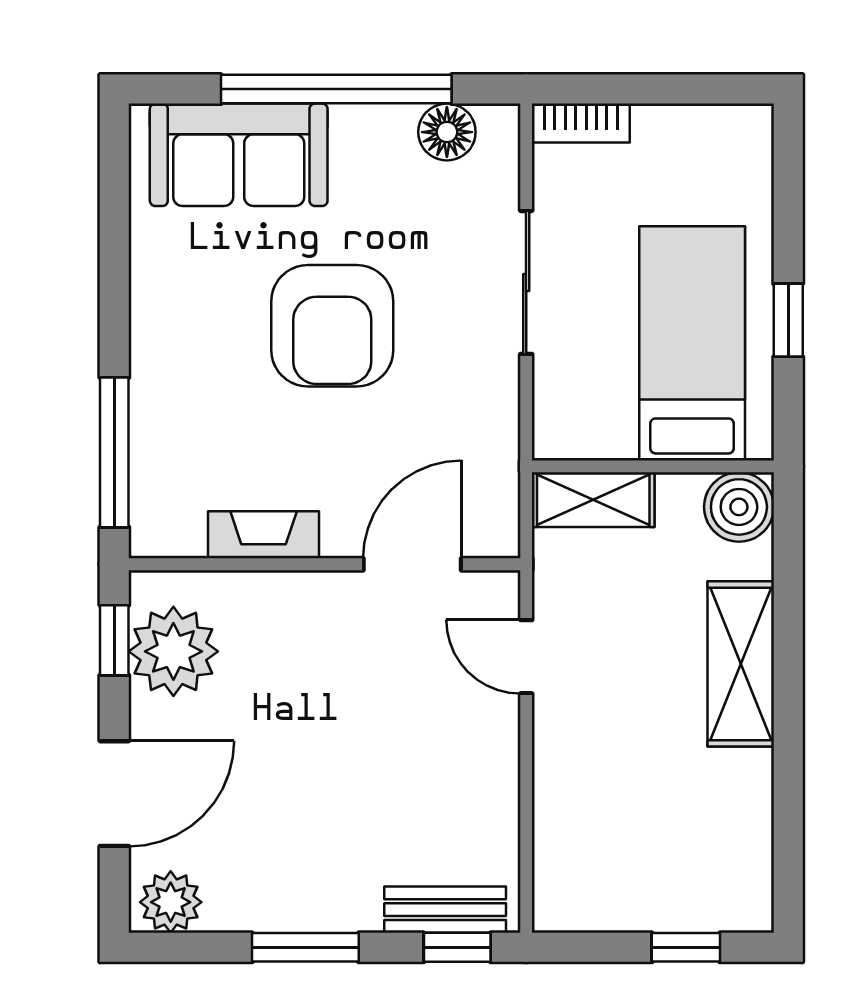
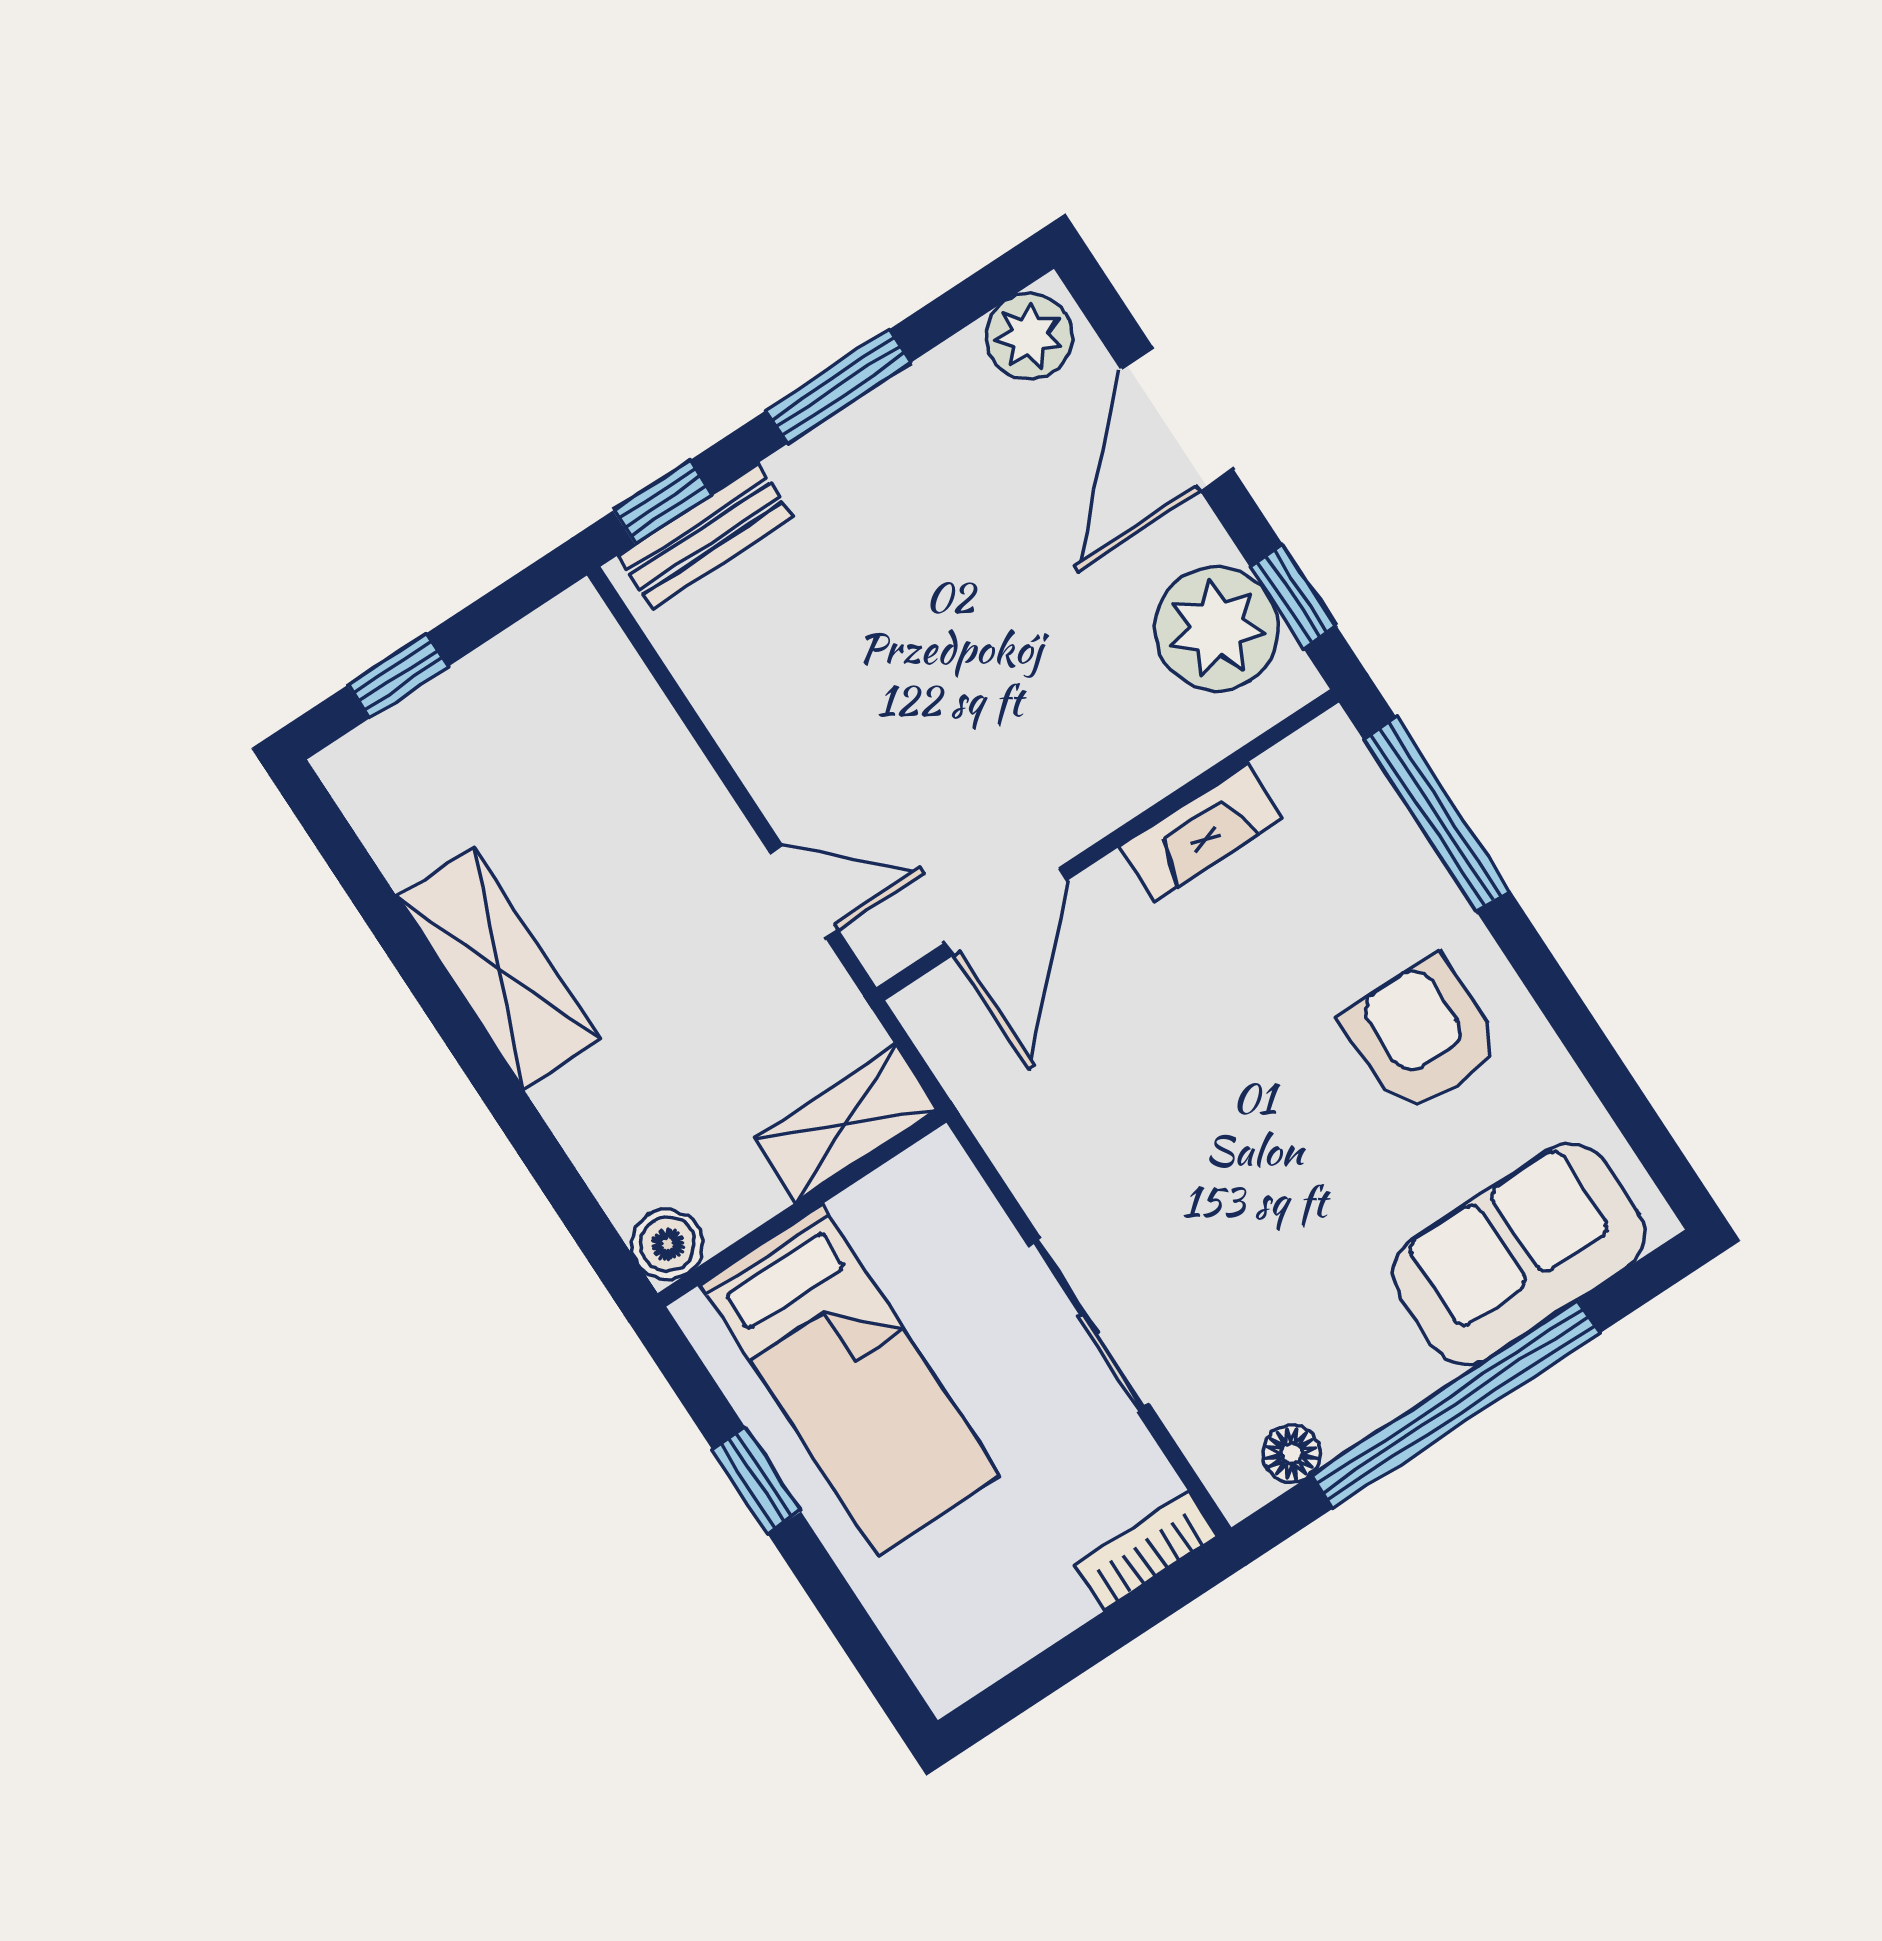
floor lamp: (447, 132) -> (1292, 1453), width x0.73, depth x0.73
armchair: (332, 326) -> (1422, 1035), moved, width x0.73, depth x0.73
boiler: (739, 507) -> (668, 1244), width x0.73, depth x0.73
shelving: (741, 664) -> (499, 968), moved

